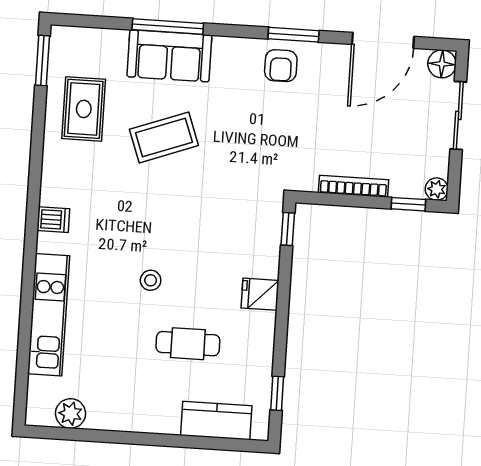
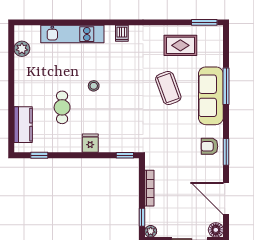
sofa: (169, 56) -> (211, 96), width x1.36

